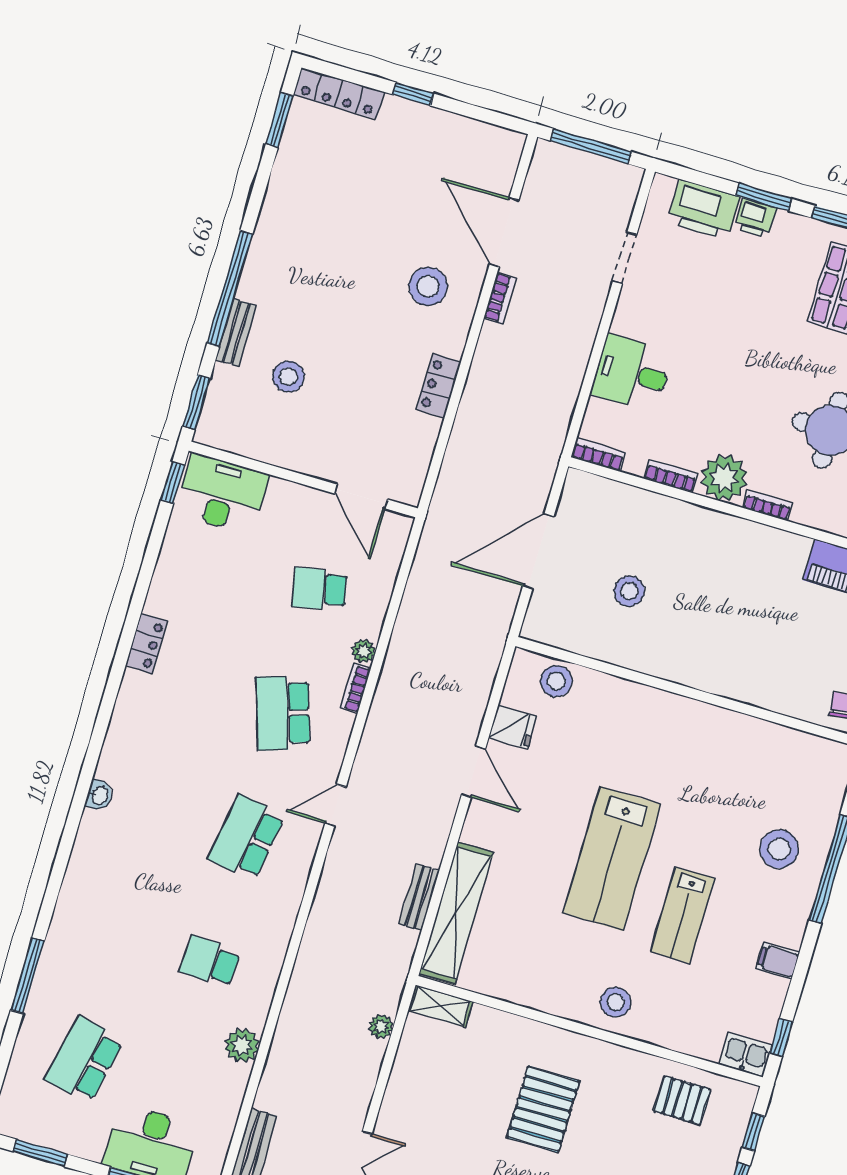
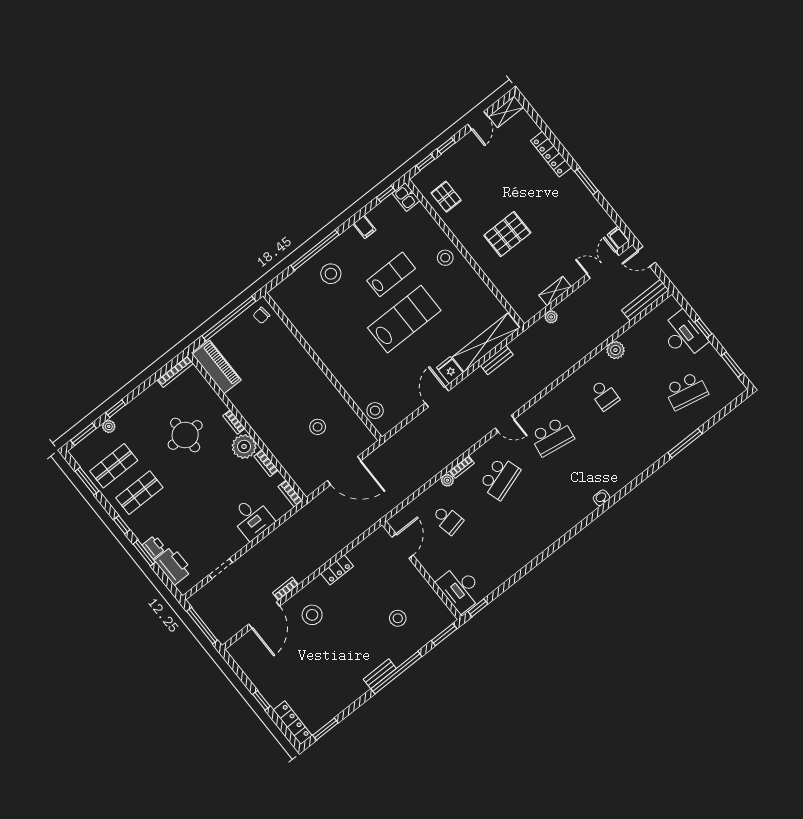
bench: (236, 333) -> (380, 674), moved
locker: (146, 643) -> (537, 548), removed
fridge: (513, 727) -> (450, 370), moved
shelving: (440, 1006) -> (555, 291), moved, turned 90

